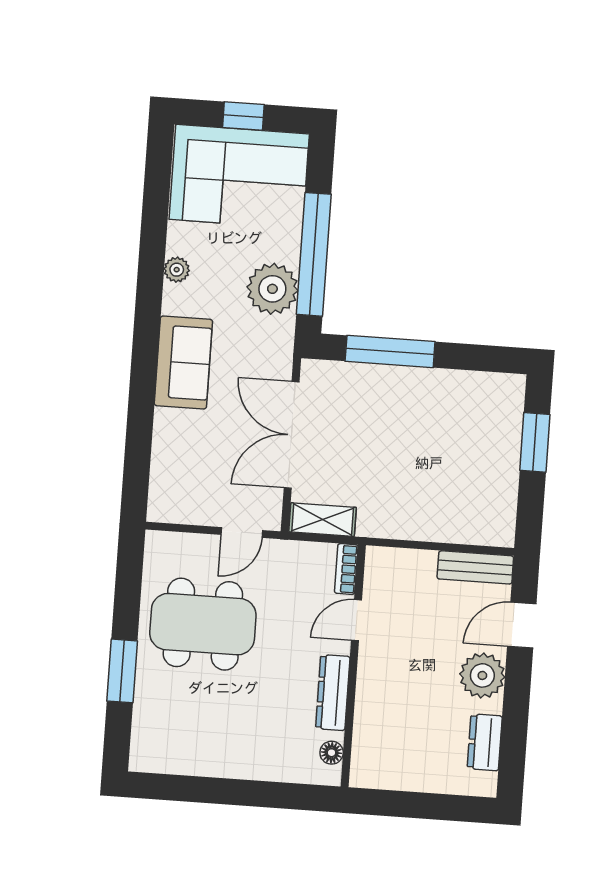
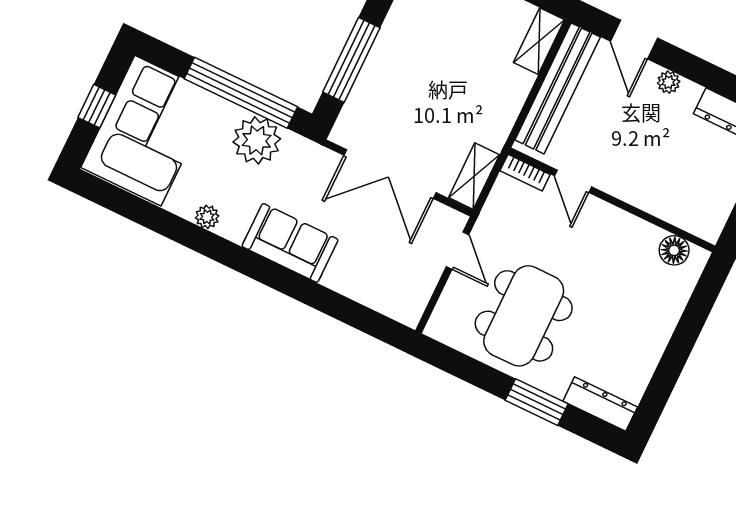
shelving: (483, 531) -> (539, 41), added
bench: (475, 567) -> (558, 88), width x1.86, depth x1.21
plant: (482, 675) -> (669, 82), width x0.53, depth x0.53
dresser: (333, 693) -> (600, 404), moved, turned 180
floor lamp: (332, 753) -> (674, 250), width x1.37, depth x1.37

